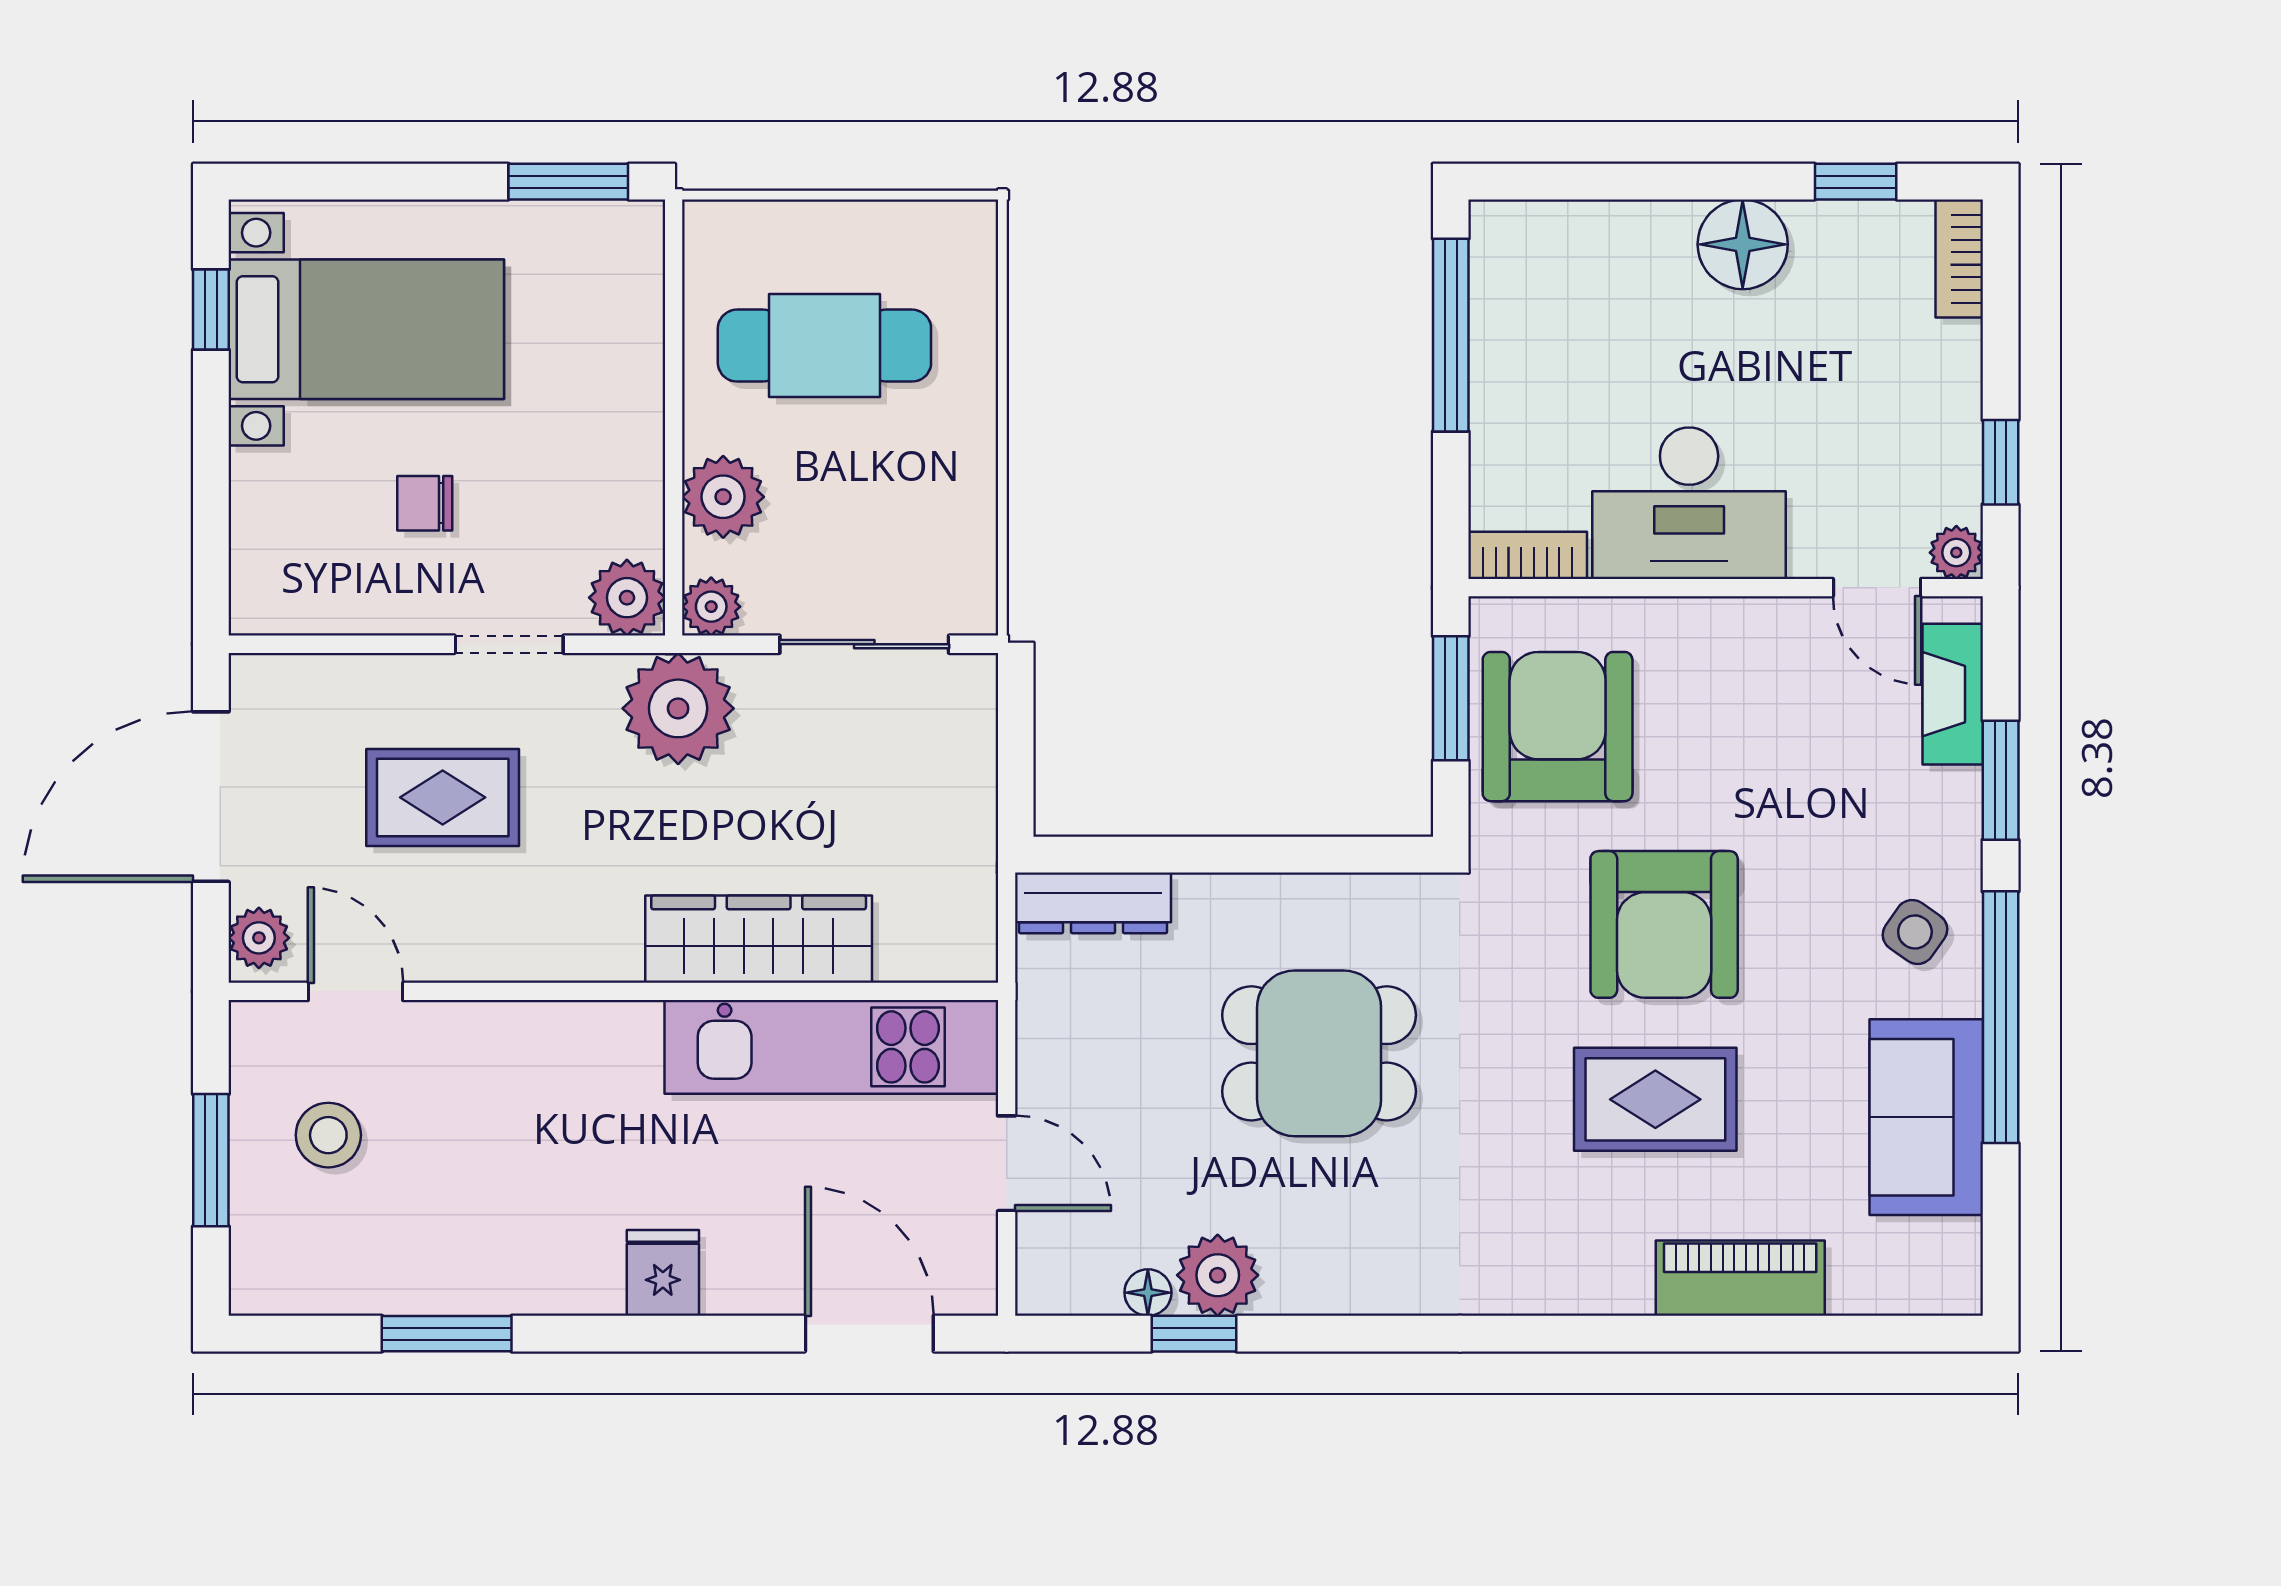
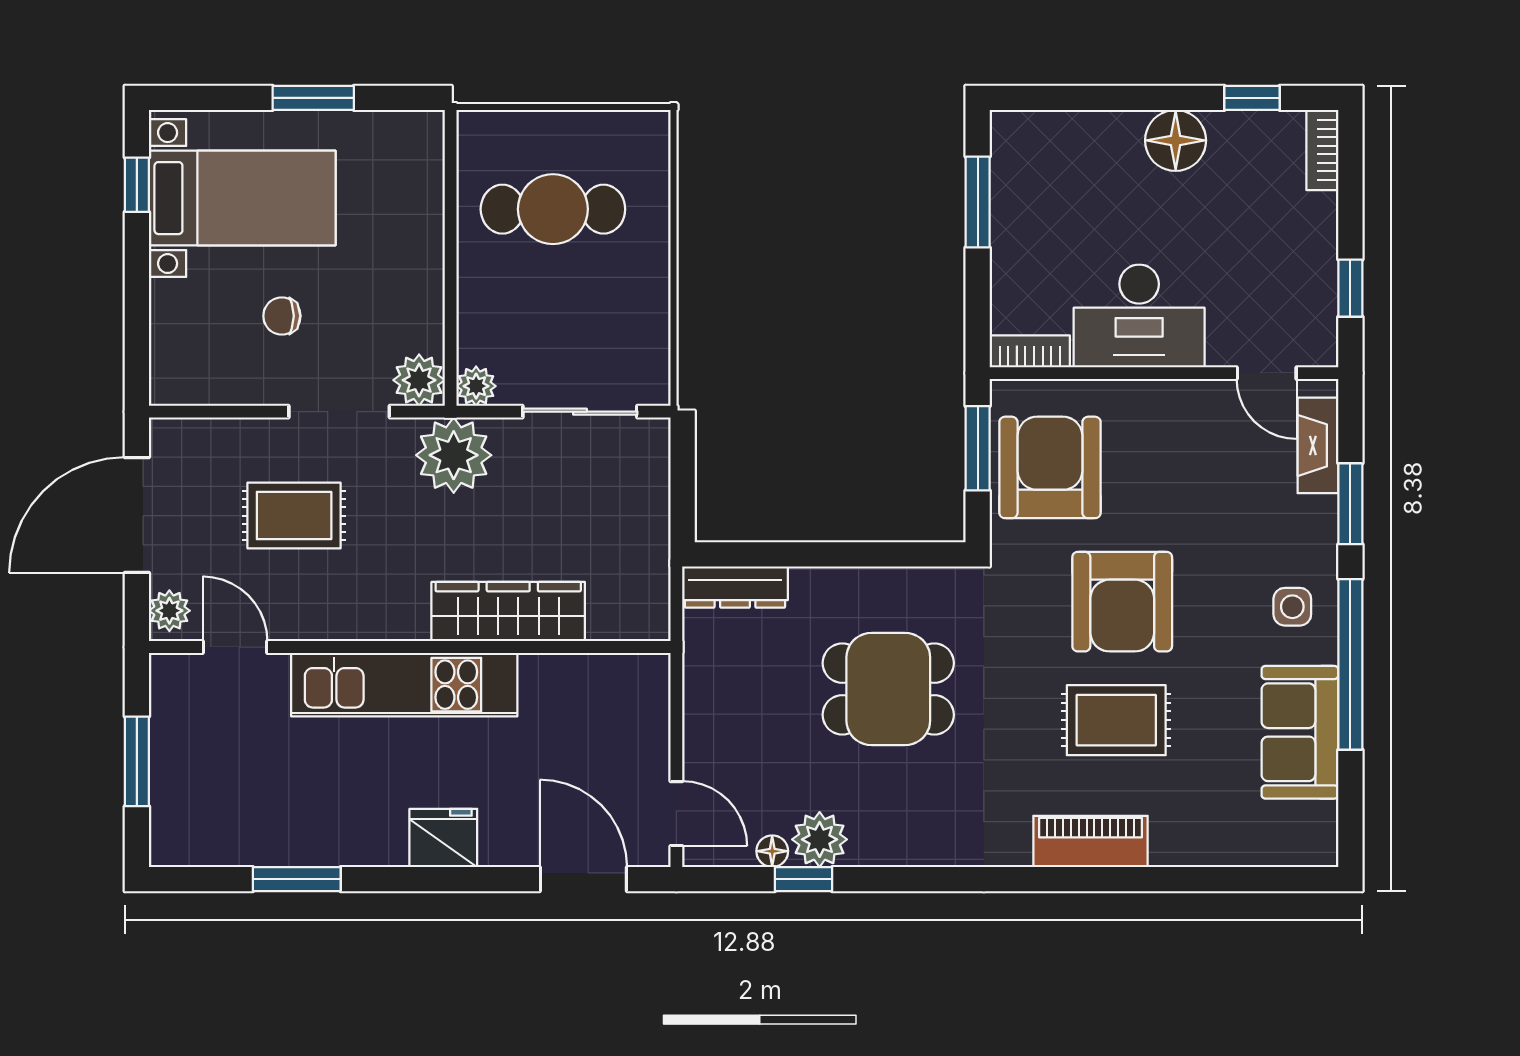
window: (568, 182) -> (313, 98), moved
window: (1451, 335) -> (978, 202), width x0.69
plant: (723, 497) -> (484, 312), removed
plant: (1956, 553) -> (1320, 349), removed
doorway: (509, 644) -> (339, 412), width x1.38
side table: (1915, 932) -> (1292, 607), turned -35
kitchen unit: (831, 1047) -> (404, 685), moved
stool: (328, 1135) -> (216, 744), removed
door: (1007, 1163) -> (676, 814), moved
fridge: (663, 1273) -> (443, 838), width x1.38
piano: (1740, 1278) -> (1090, 841), moved

